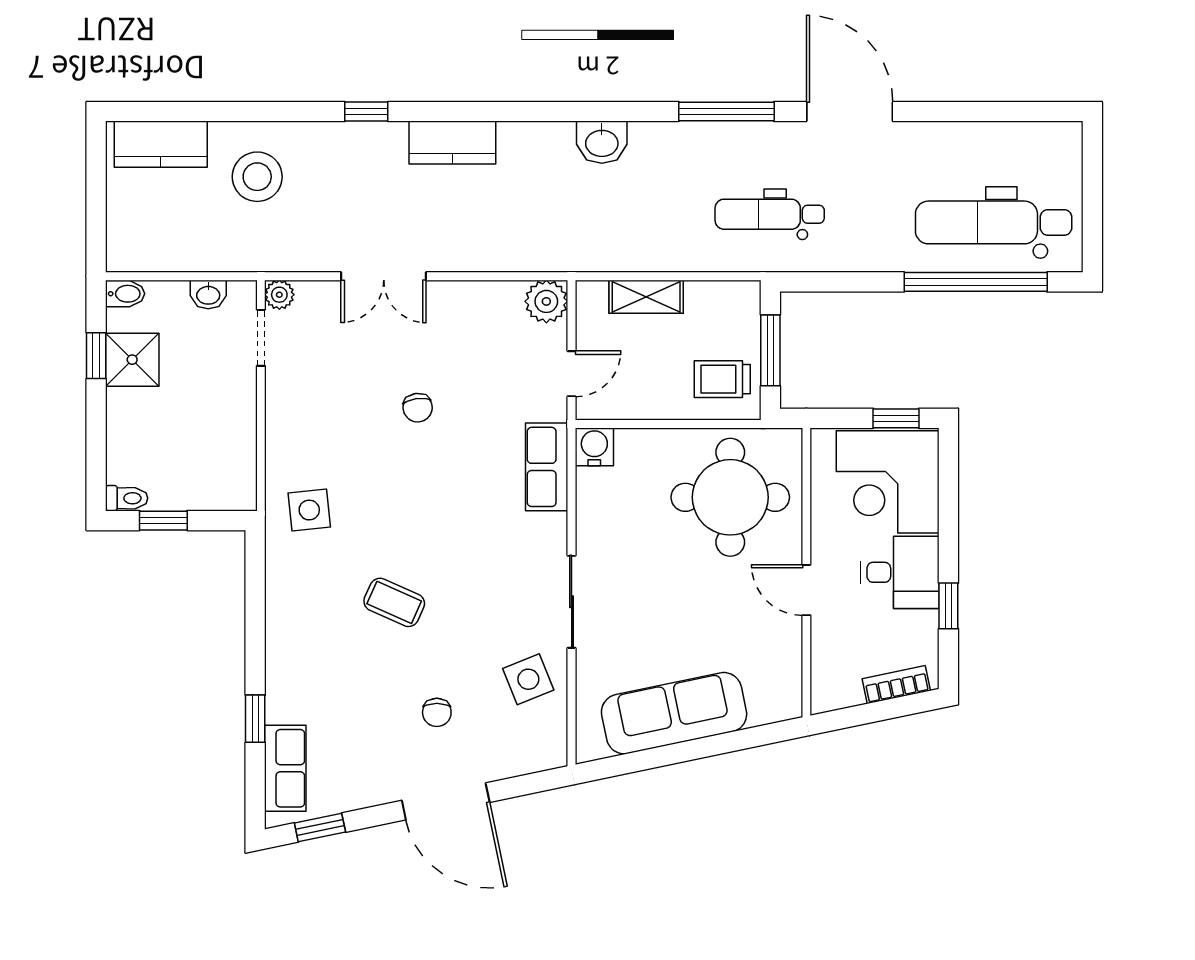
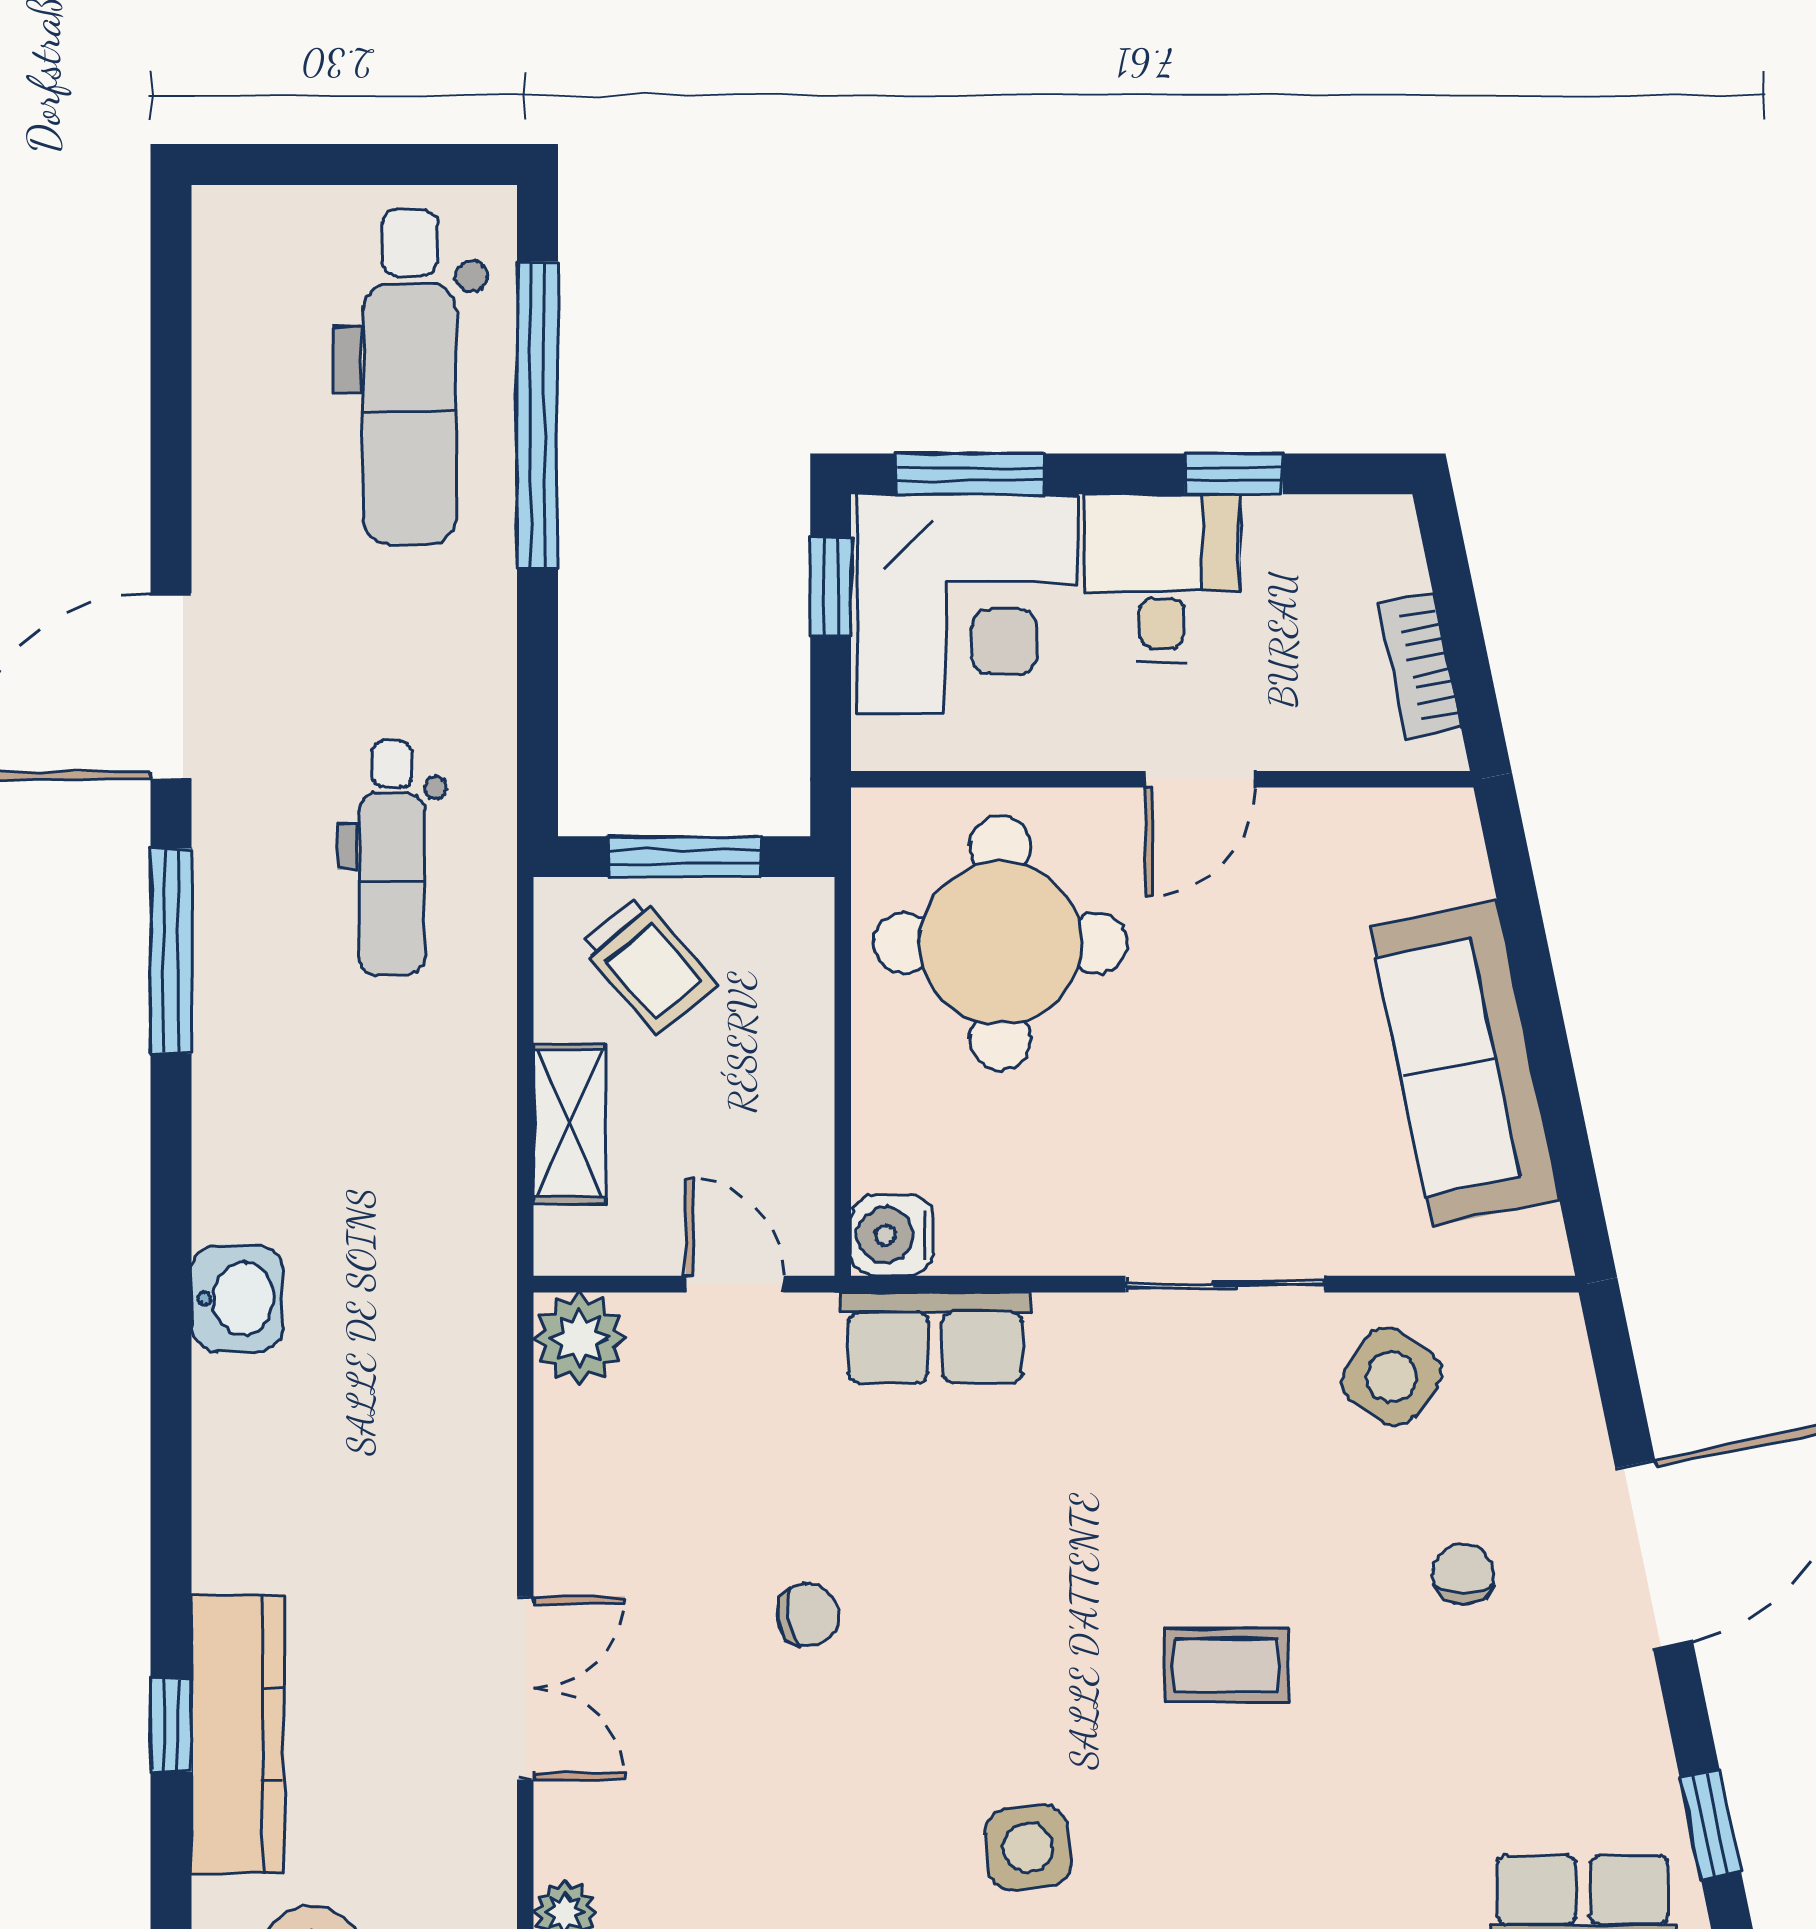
washbasin: (602, 142) -> (237, 1298), moved
kitchen counter: (452, 143) -> (238, 1734), moved, width x1.50
trolley: (722, 379) -> (648, 965), moved, turned -40
window: (948, 483) -> (970, 474), added
coffee table: (394, 602) -> (1226, 1665), turned 66
side table: (528, 679) -> (1392, 1377), turned -33
bookcase: (896, 685) -> (1420, 666), moved
chair: (437, 712) -> (1463, 1574), turned -90

